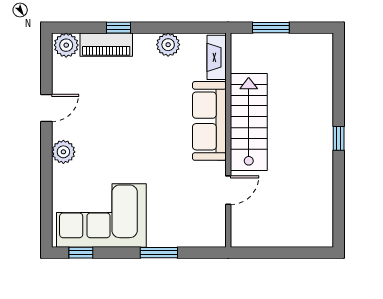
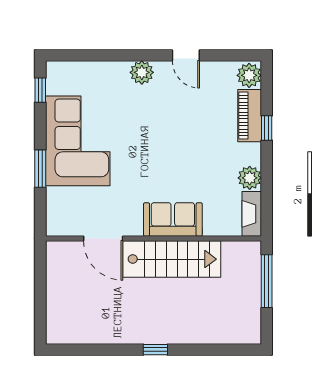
window: (271, 28) -> (267, 281), width x1.44
fireplace: (217, 57) -> (252, 214), moved, turned -90
sofa: (209, 121) -> (173, 219), width x0.73
door: (228, 190) -> (103, 238), width x1.38
corner sofa: (101, 215) -> (78, 141), moved

